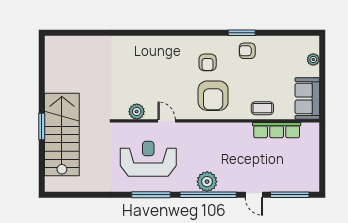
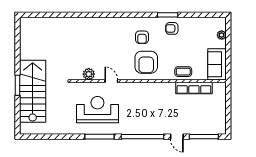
plant: (207, 182) -> (142, 127), removed

